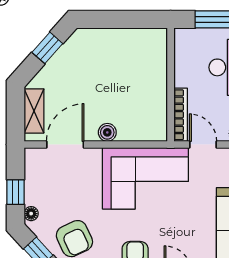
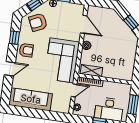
shelving: (34, 111) -> (91, 71), moved

